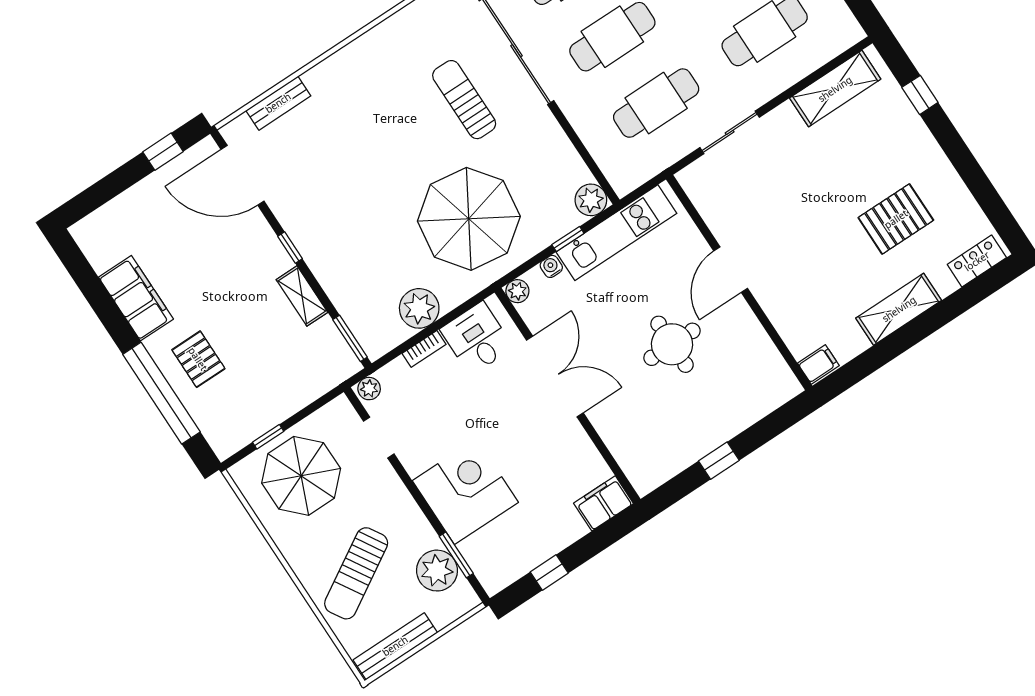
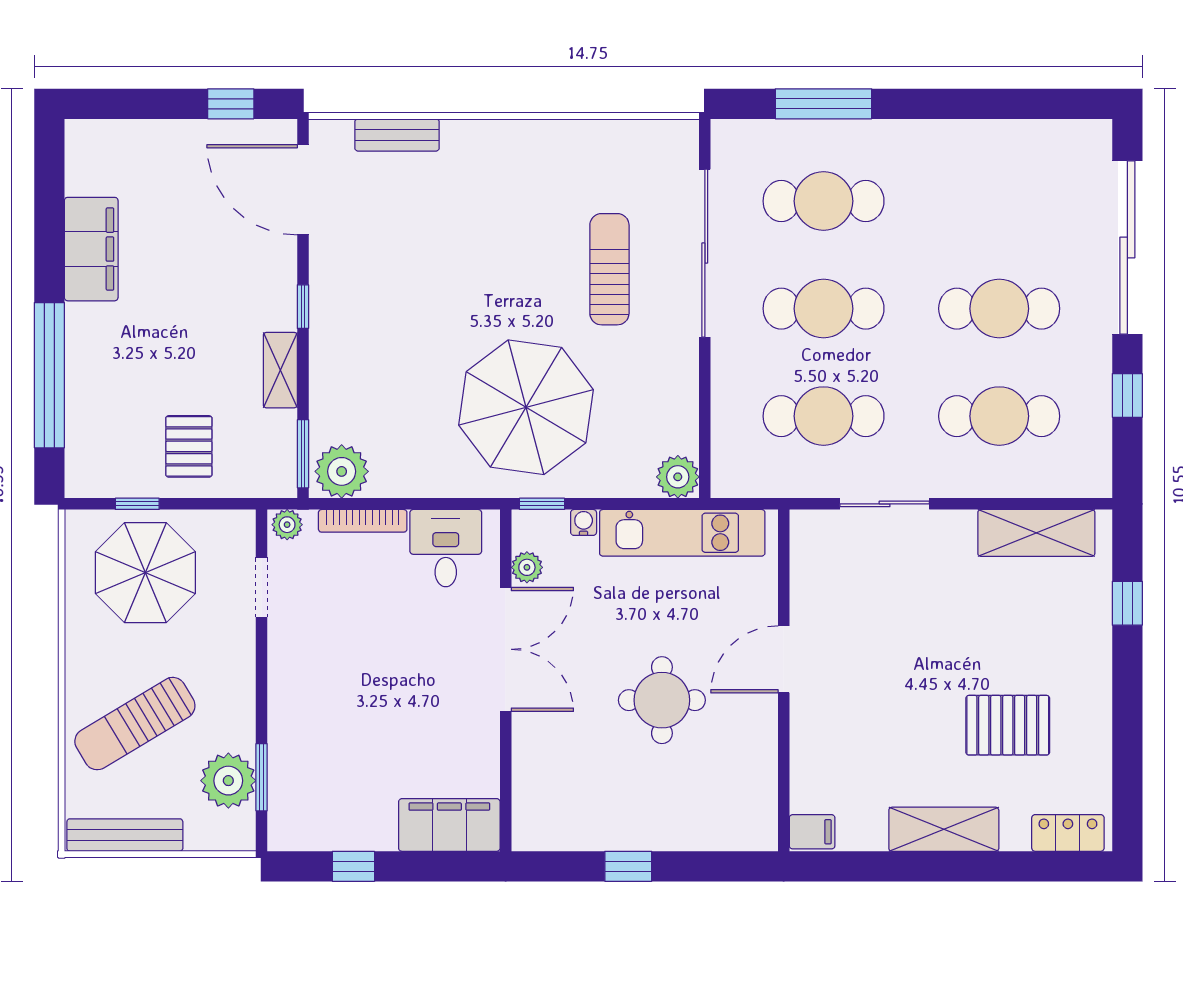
window: (568, 239) -> (542, 504), moved
plant: (517, 291) -> (527, 567), moved
plant: (419, 308) -> (342, 471), moved
bookcase: (424, 349) -> (363, 521), width x1.56
pallet: (198, 359) -> (189, 446), moved
corner desk: (465, 491) -> (319, 712), removed
filing cabinet: (604, 503) -> (449, 825), width x1.50, depth x1.17

